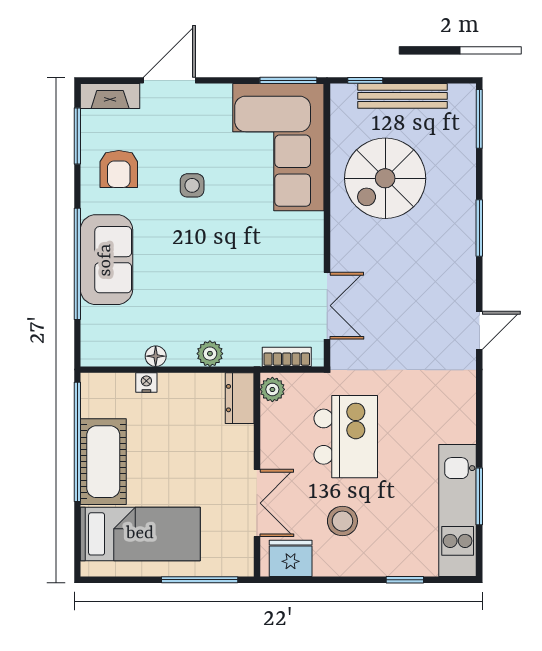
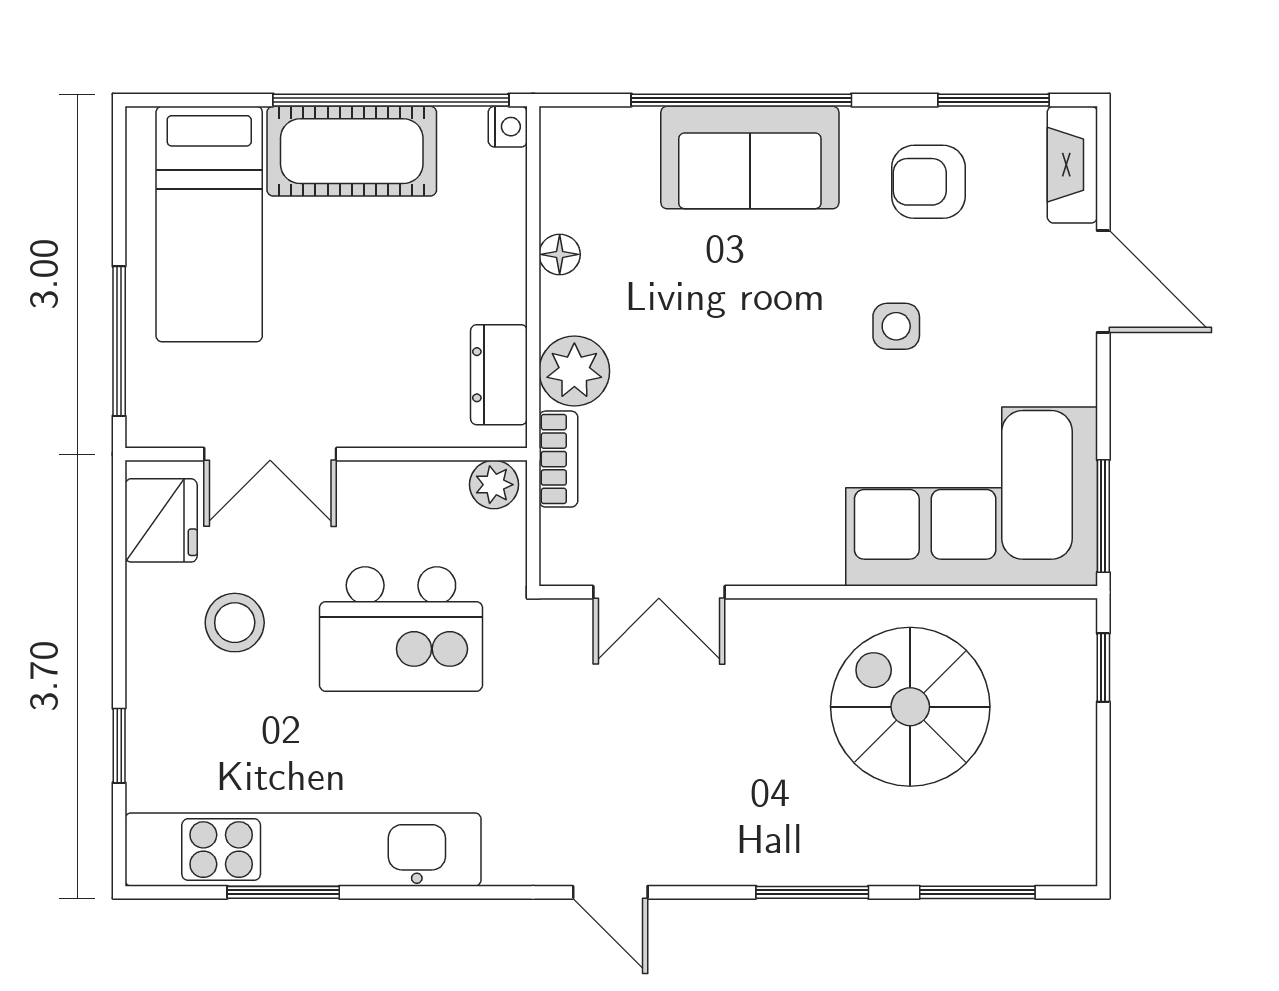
bench: (403, 96) -> (1073, 741), removed
window: (479, 119) -> (977, 892), moved
plant: (210, 354) -> (574, 371), width x1.38, depth x1.38
bookcase: (287, 357) -> (558, 459), moved
nightstand: (146, 382) -> (508, 127), moved
dresser: (240, 398) -> (499, 375), moved, turned -90
kitchen unit: (458, 510) -> (303, 850), width x1.36

